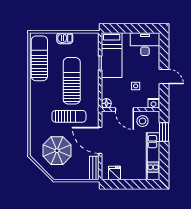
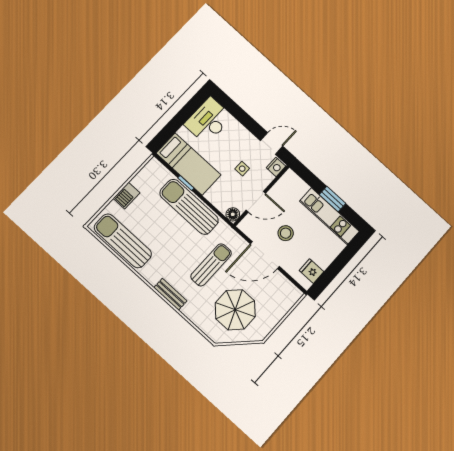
door: (164, 77) -> (271, 143), moved
sun lounger: (72, 81) -> (189, 207), moved
stool: (142, 121) -> (286, 233), moved
window: (164, 132) -> (332, 199), moved
bench: (94, 168) -> (170, 294), moved

